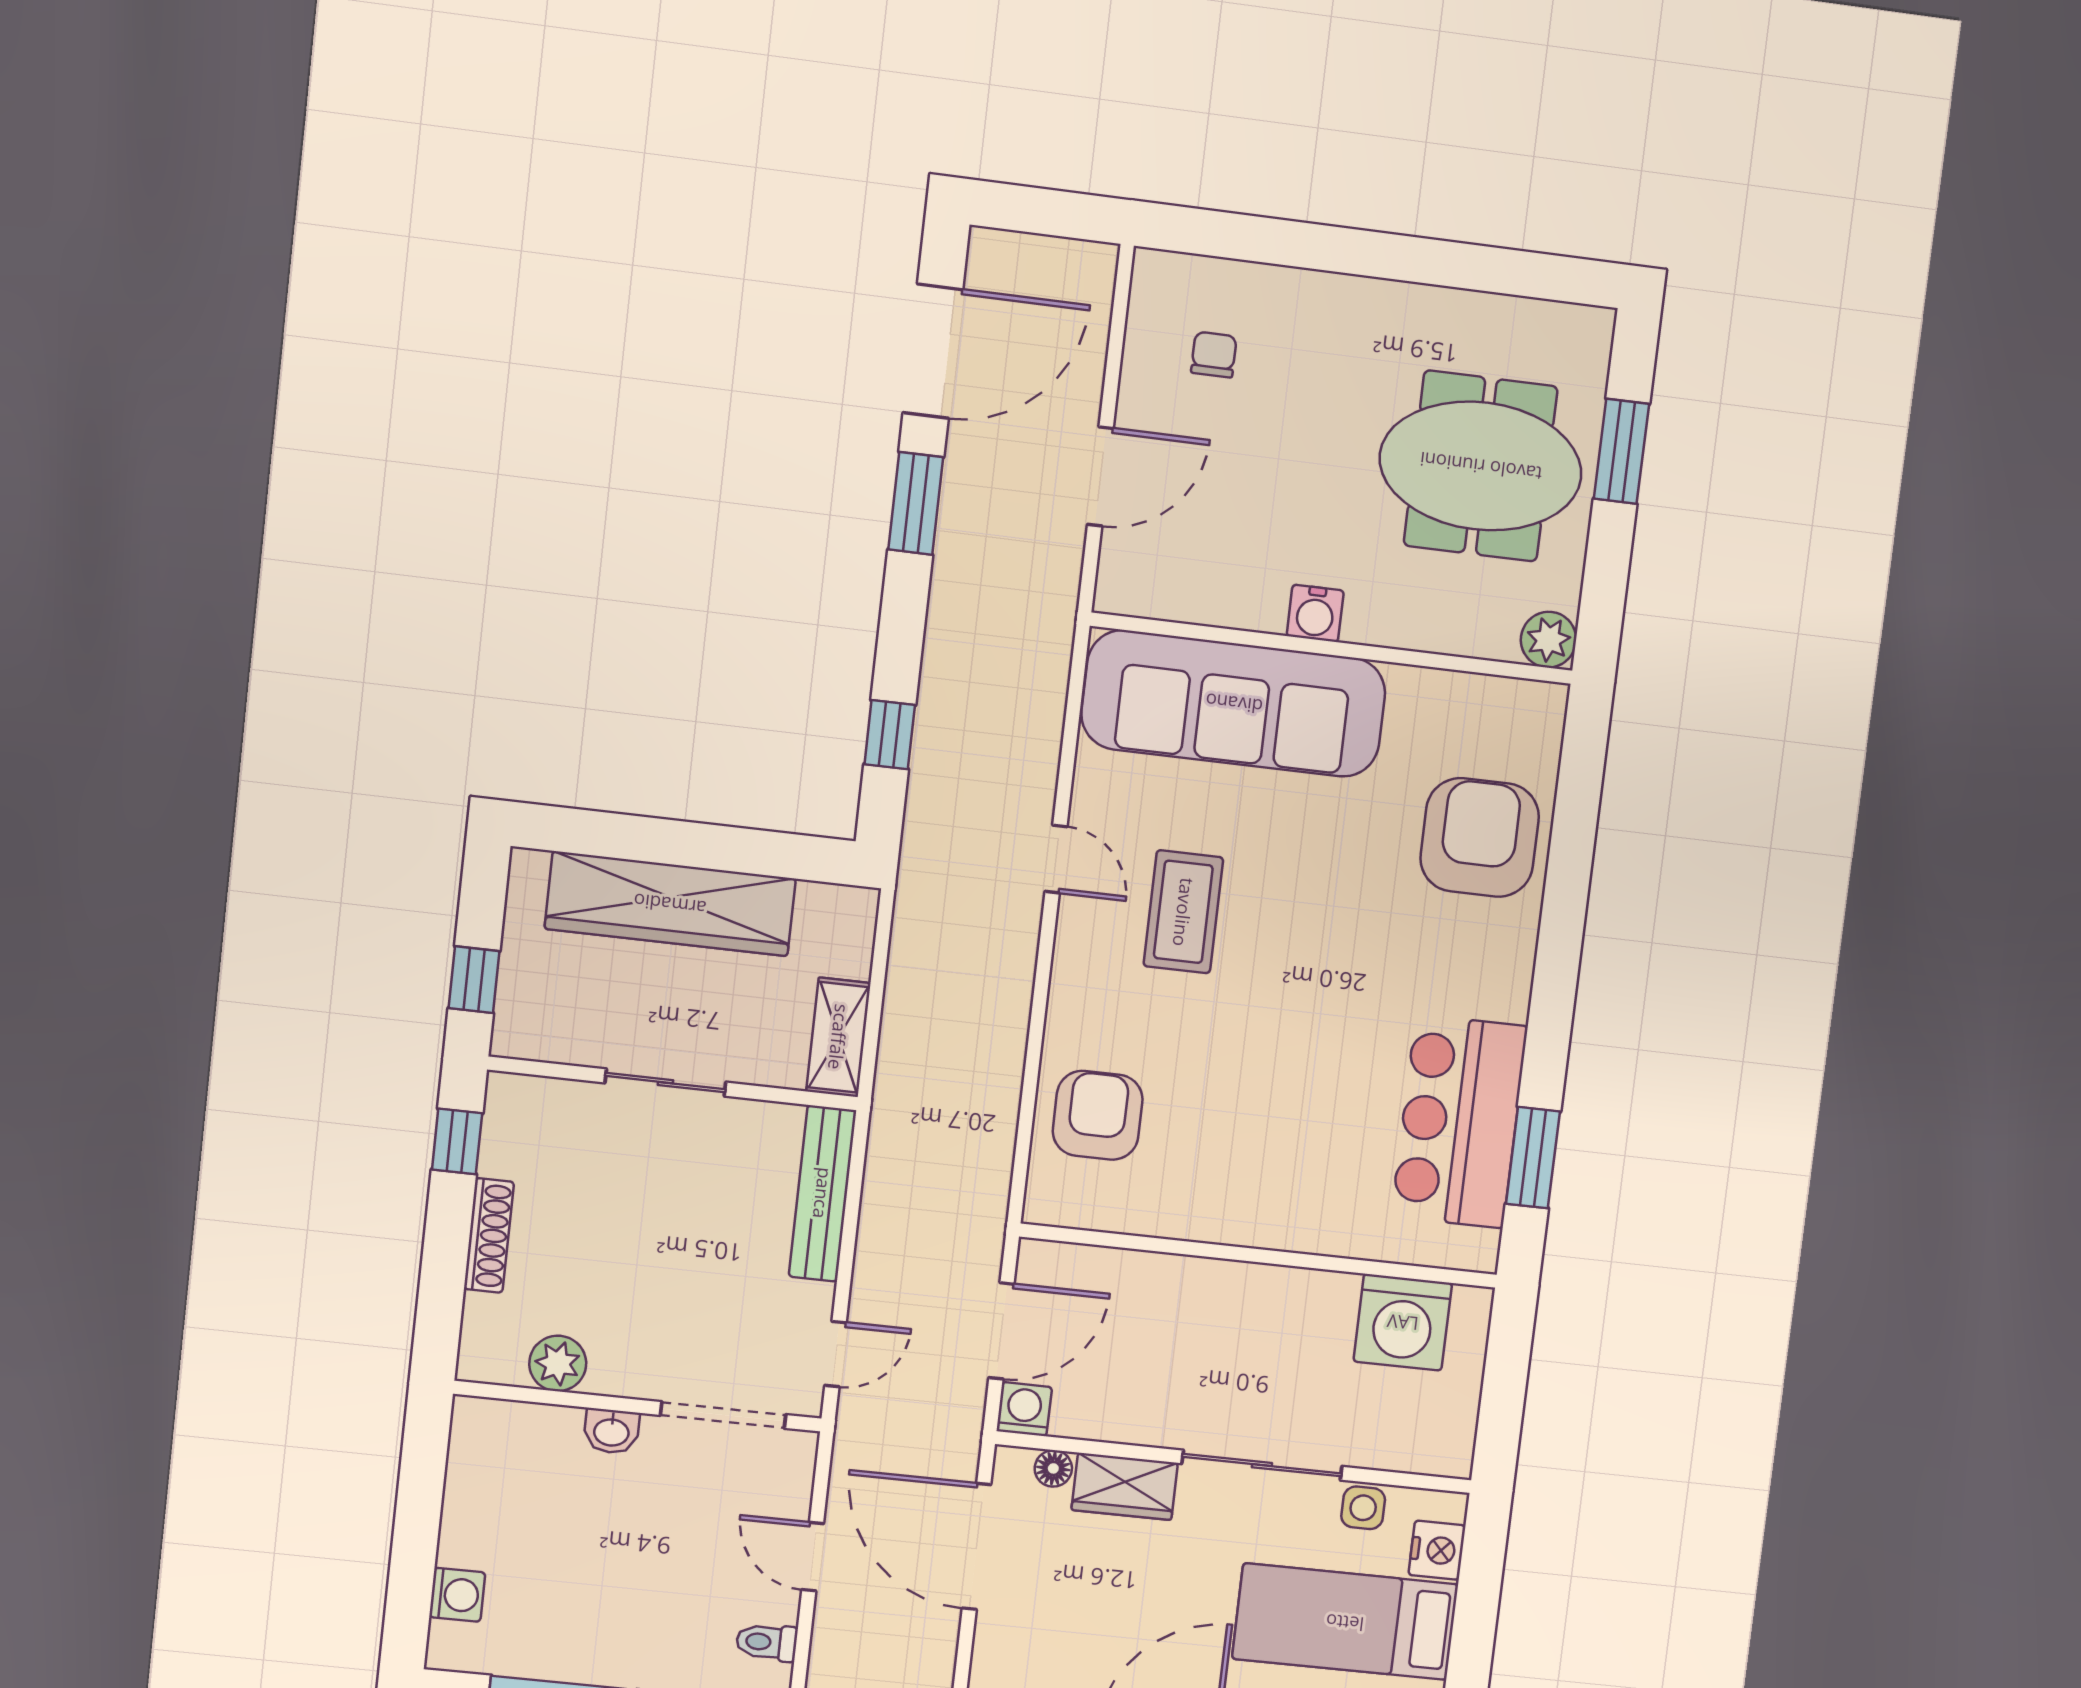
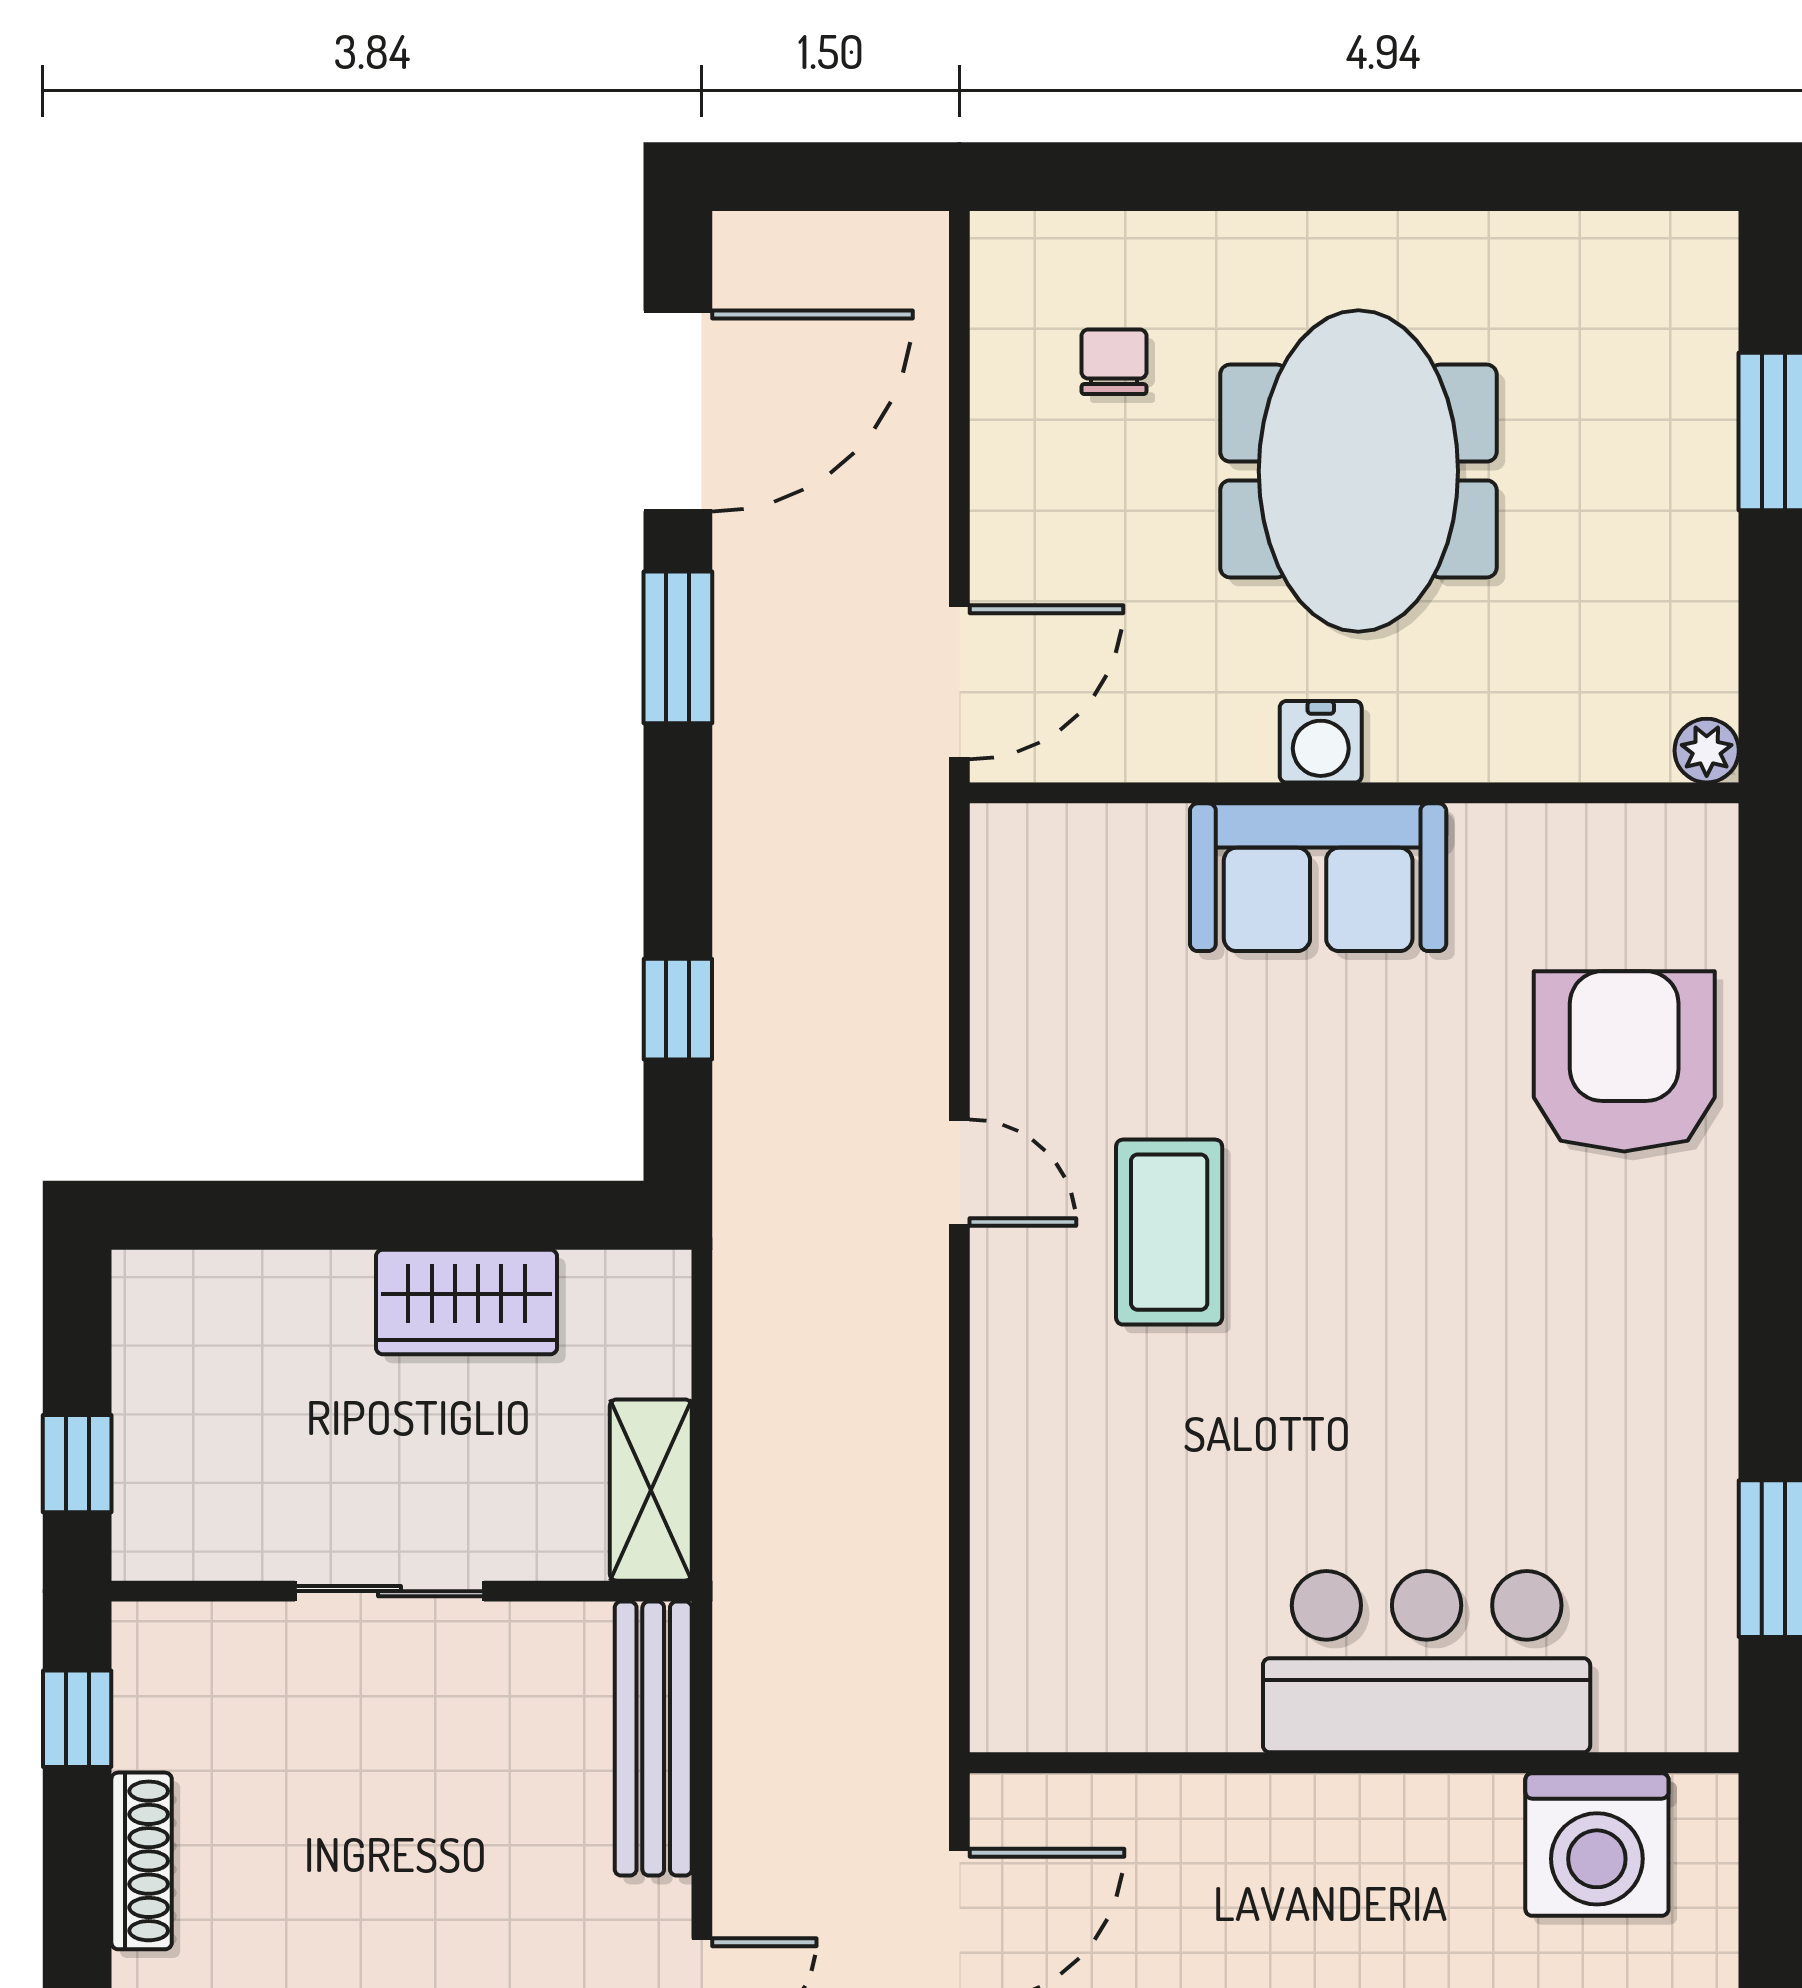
meeting table: (1481, 466) -> (1358, 471), moved, turned 90
door: (1100, 476) -> (959, 682), moved
plant: (1549, 640) -> (1707, 751), width x0.73, depth x0.73
sofa: (1234, 703) -> (1318, 877), width x0.54, depth x0.79
wardrobe: (670, 904) -> (467, 1302), width x0.48, depth x0.85
armchair: (1098, 1115) -> (1072, 1568), removed
bar counter: (1459, 1121) -> (1427, 1662), moved, turned 90

